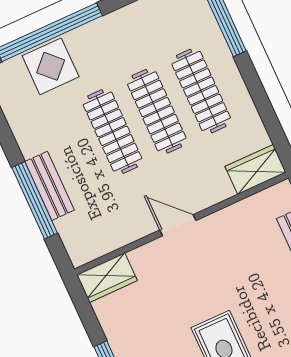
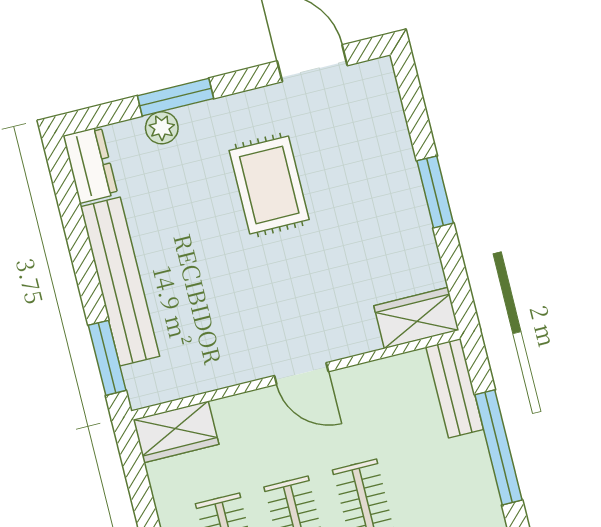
bench: (50, 186) -> (455, 388), moved

